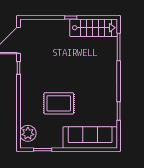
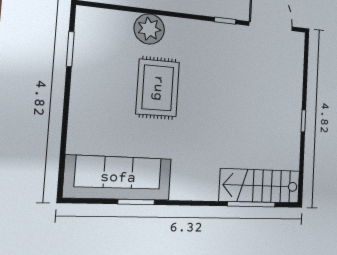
stairs: (94, 28) -> (260, 186), moved, turned 90
plant: (28, 133) -> (149, 29), moved
sofa: (90, 137) -> (118, 178), moved, turned -90

